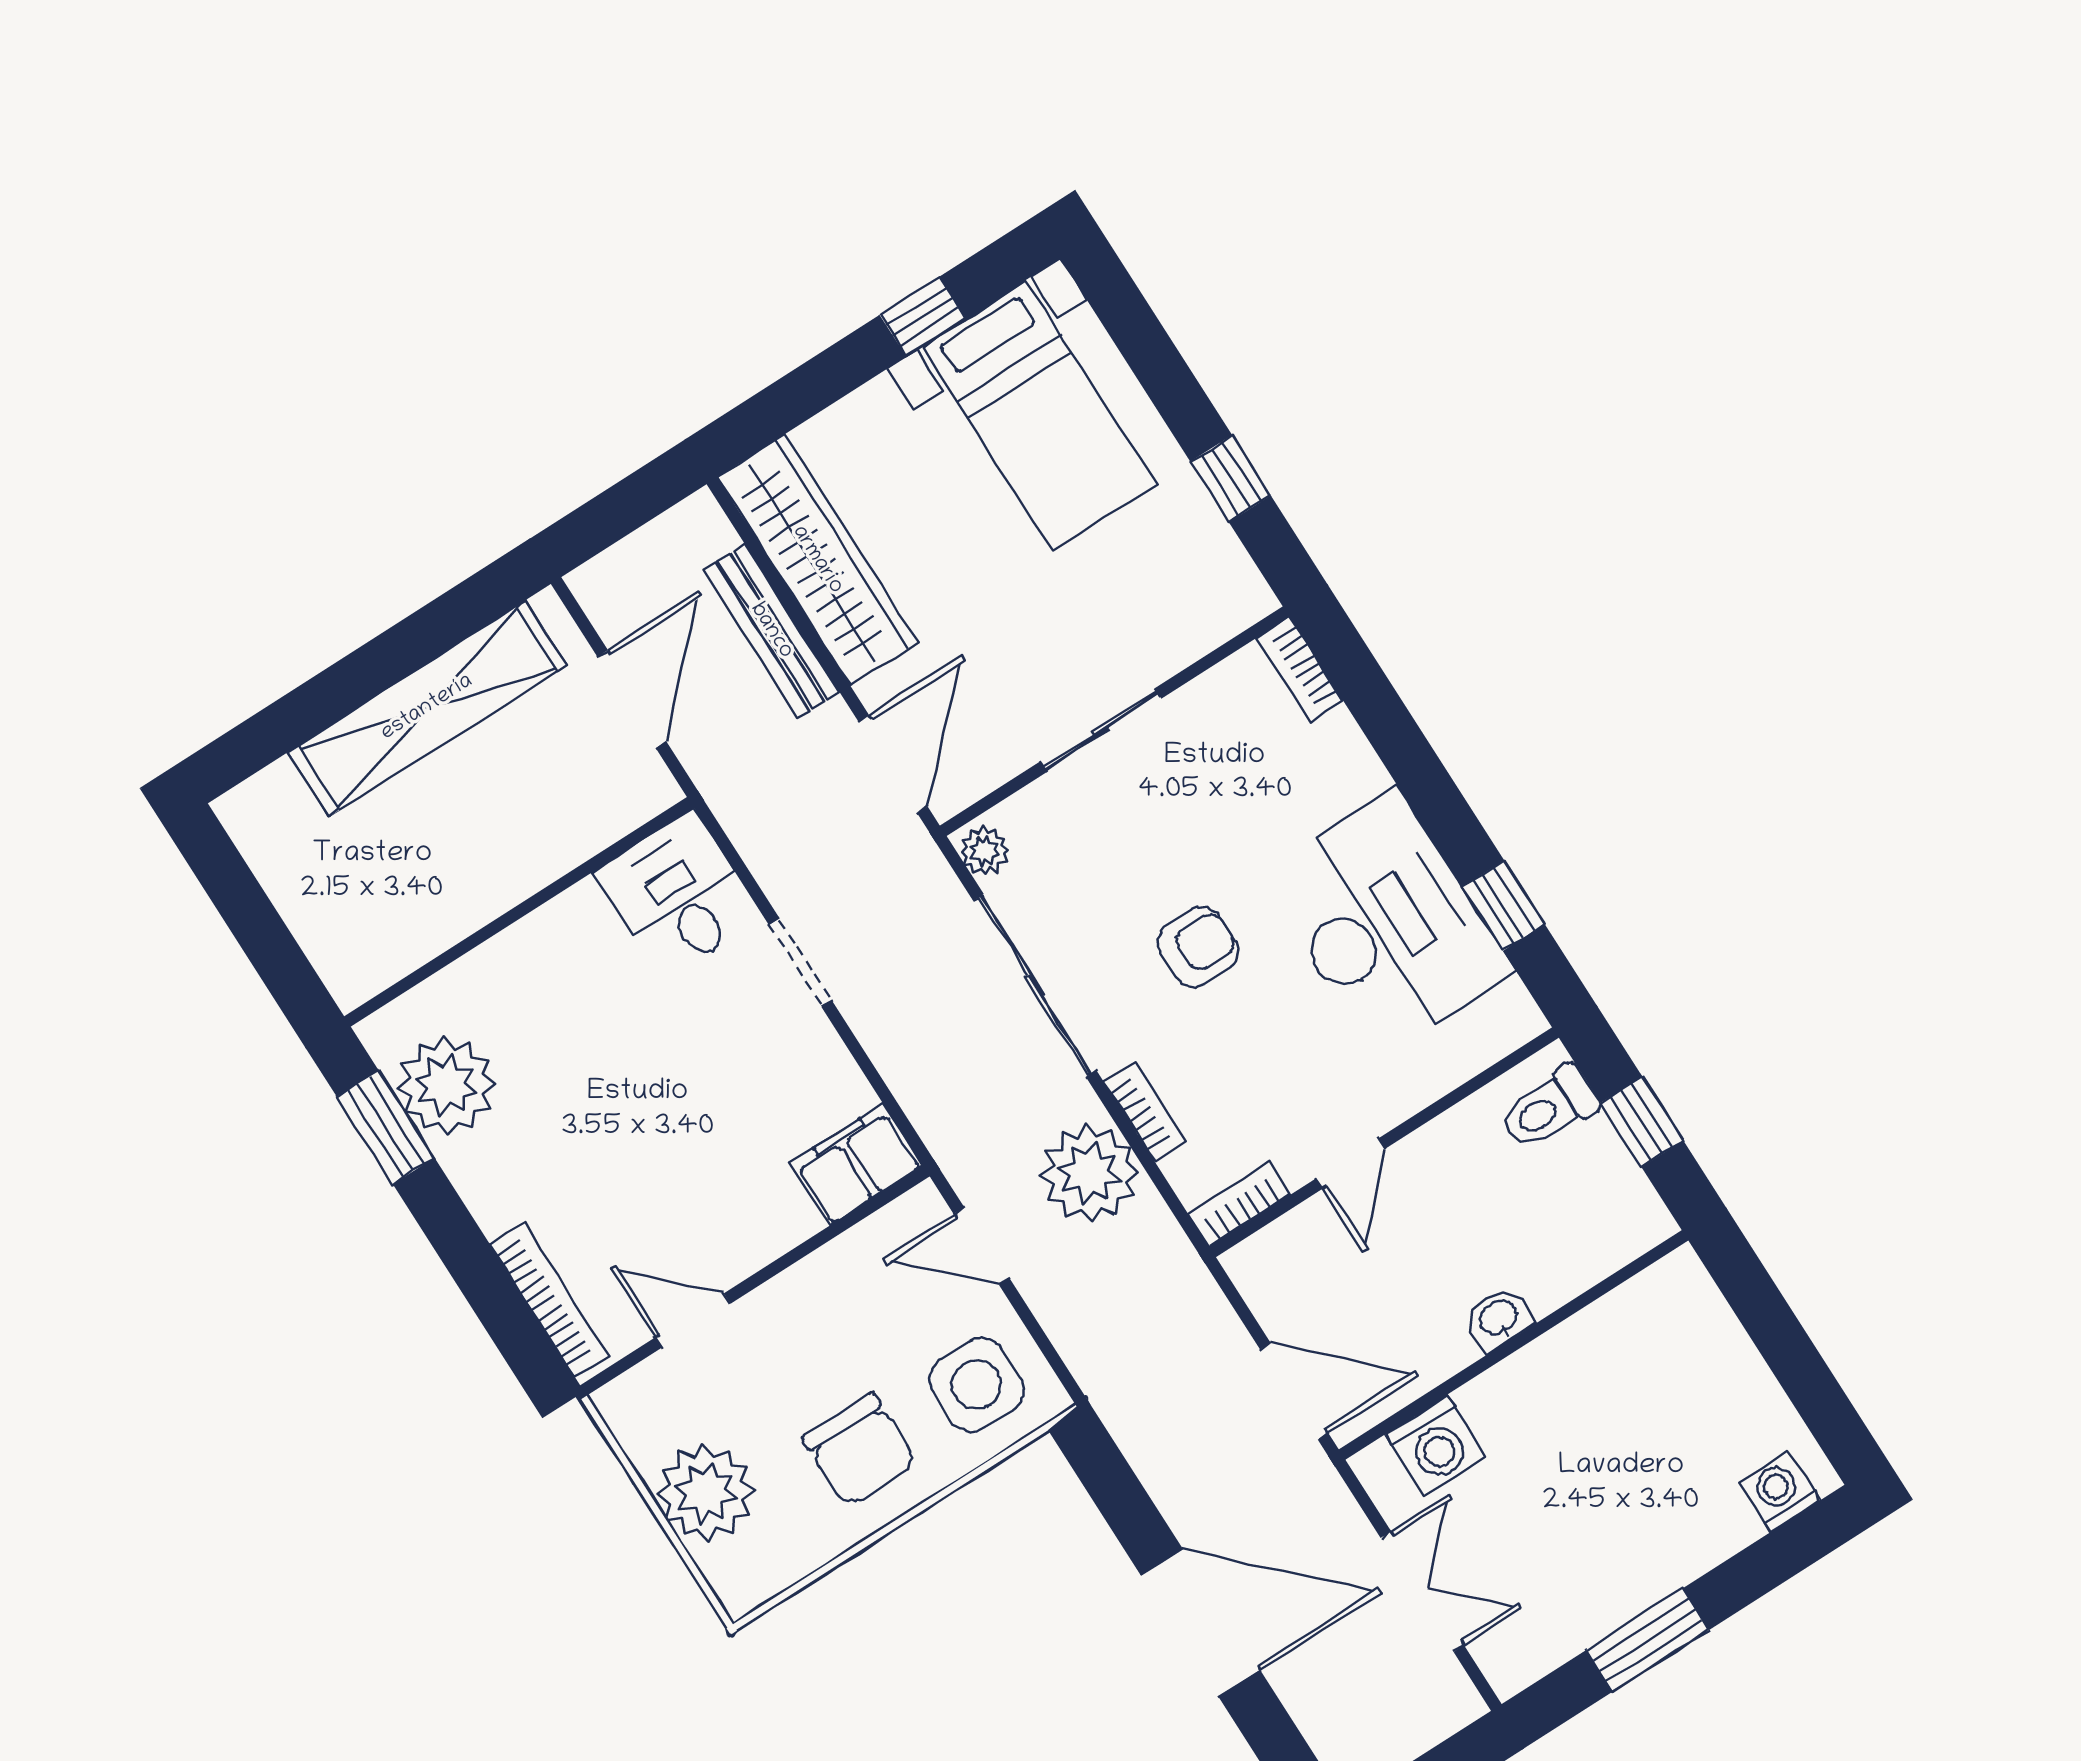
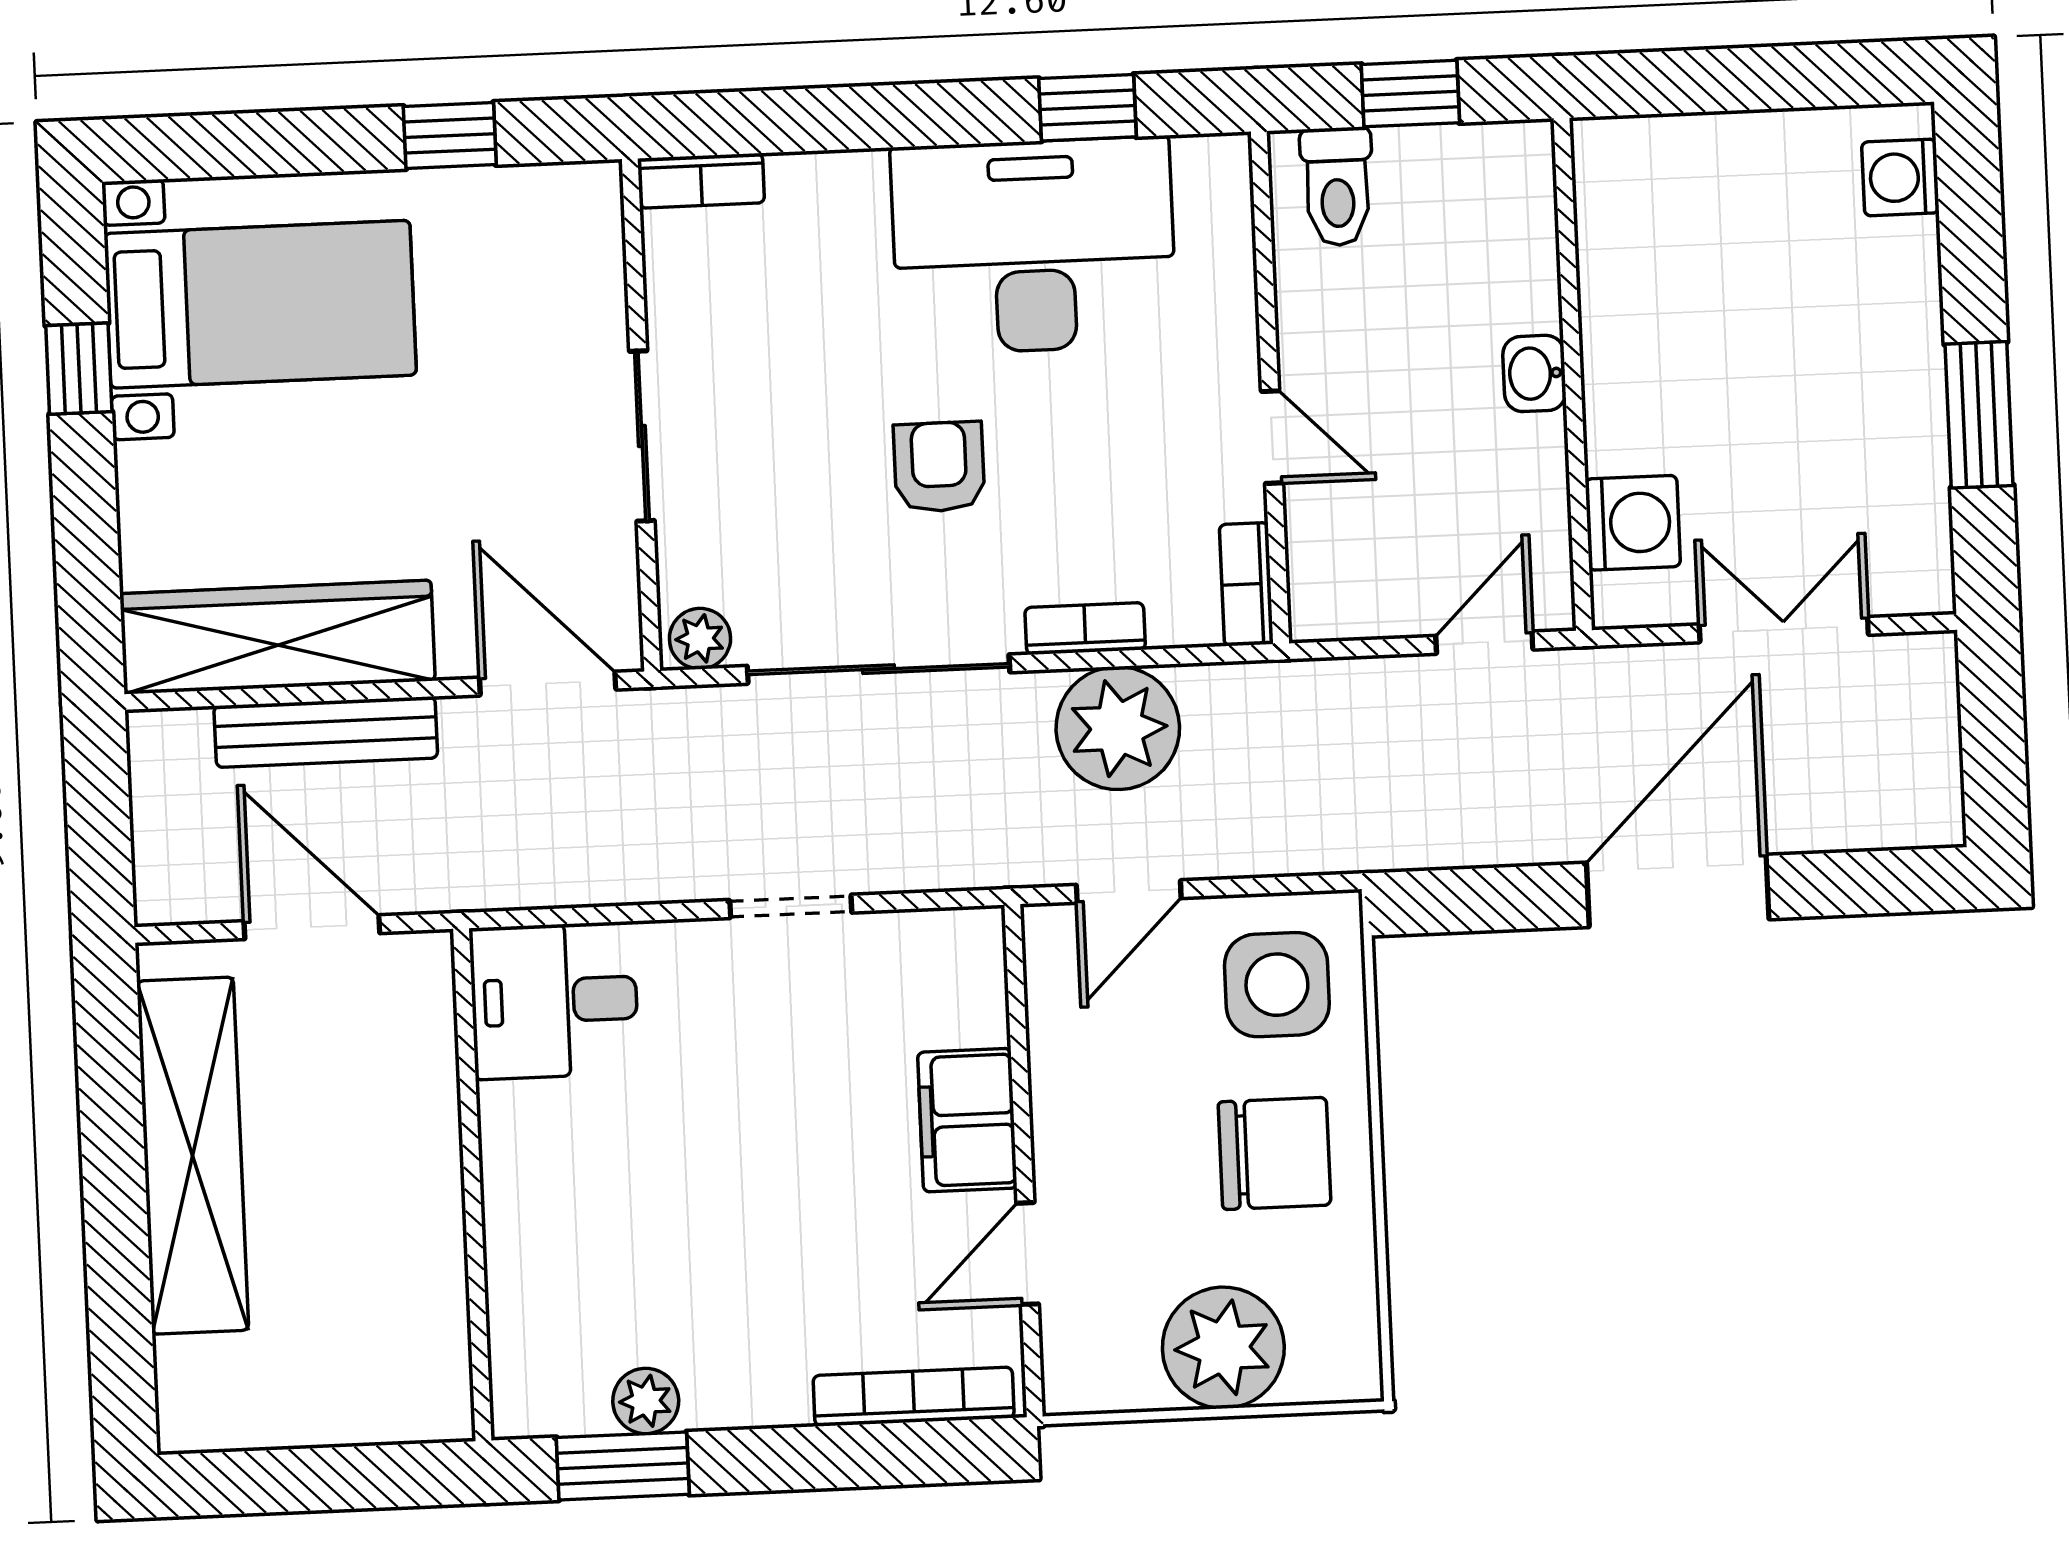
doorway: (800, 963) -> (791, 906), moved
plant: (446, 1085) -> (646, 1401), width x0.53, depth x0.53
filing cabinet: (856, 1165) -> (967, 1120), moved
door: (1294, 1391) -> (1484, 643), width x0.73

